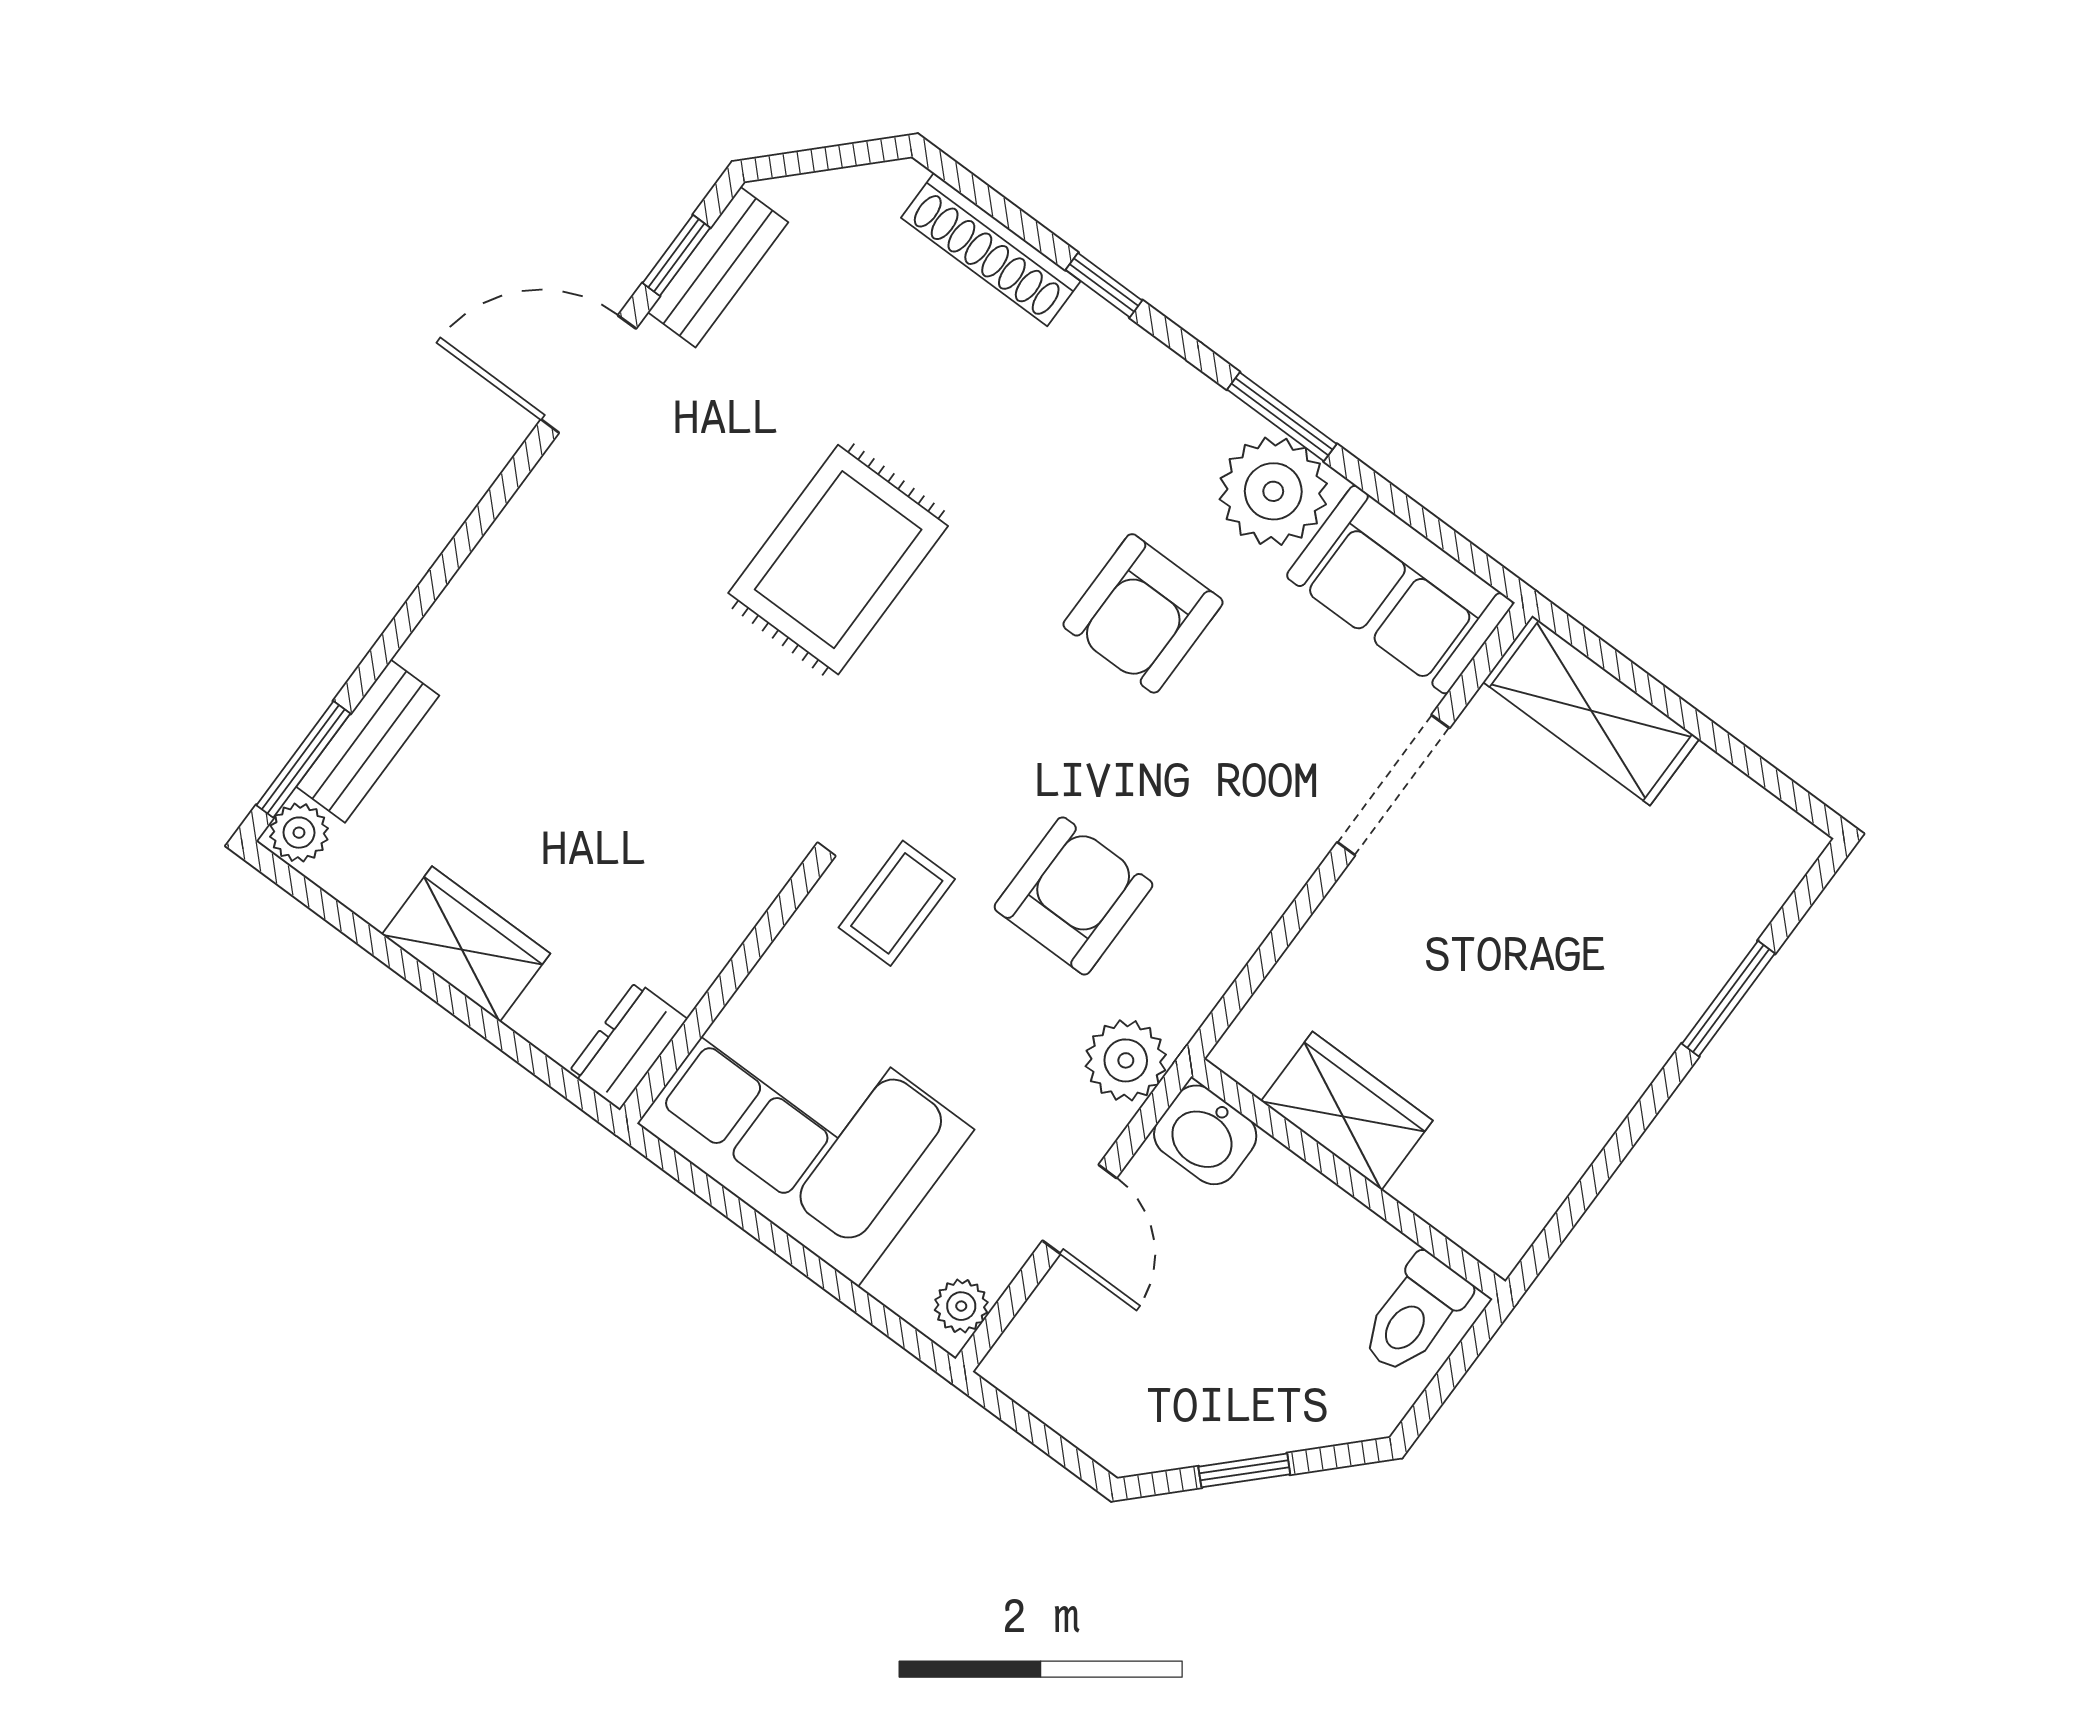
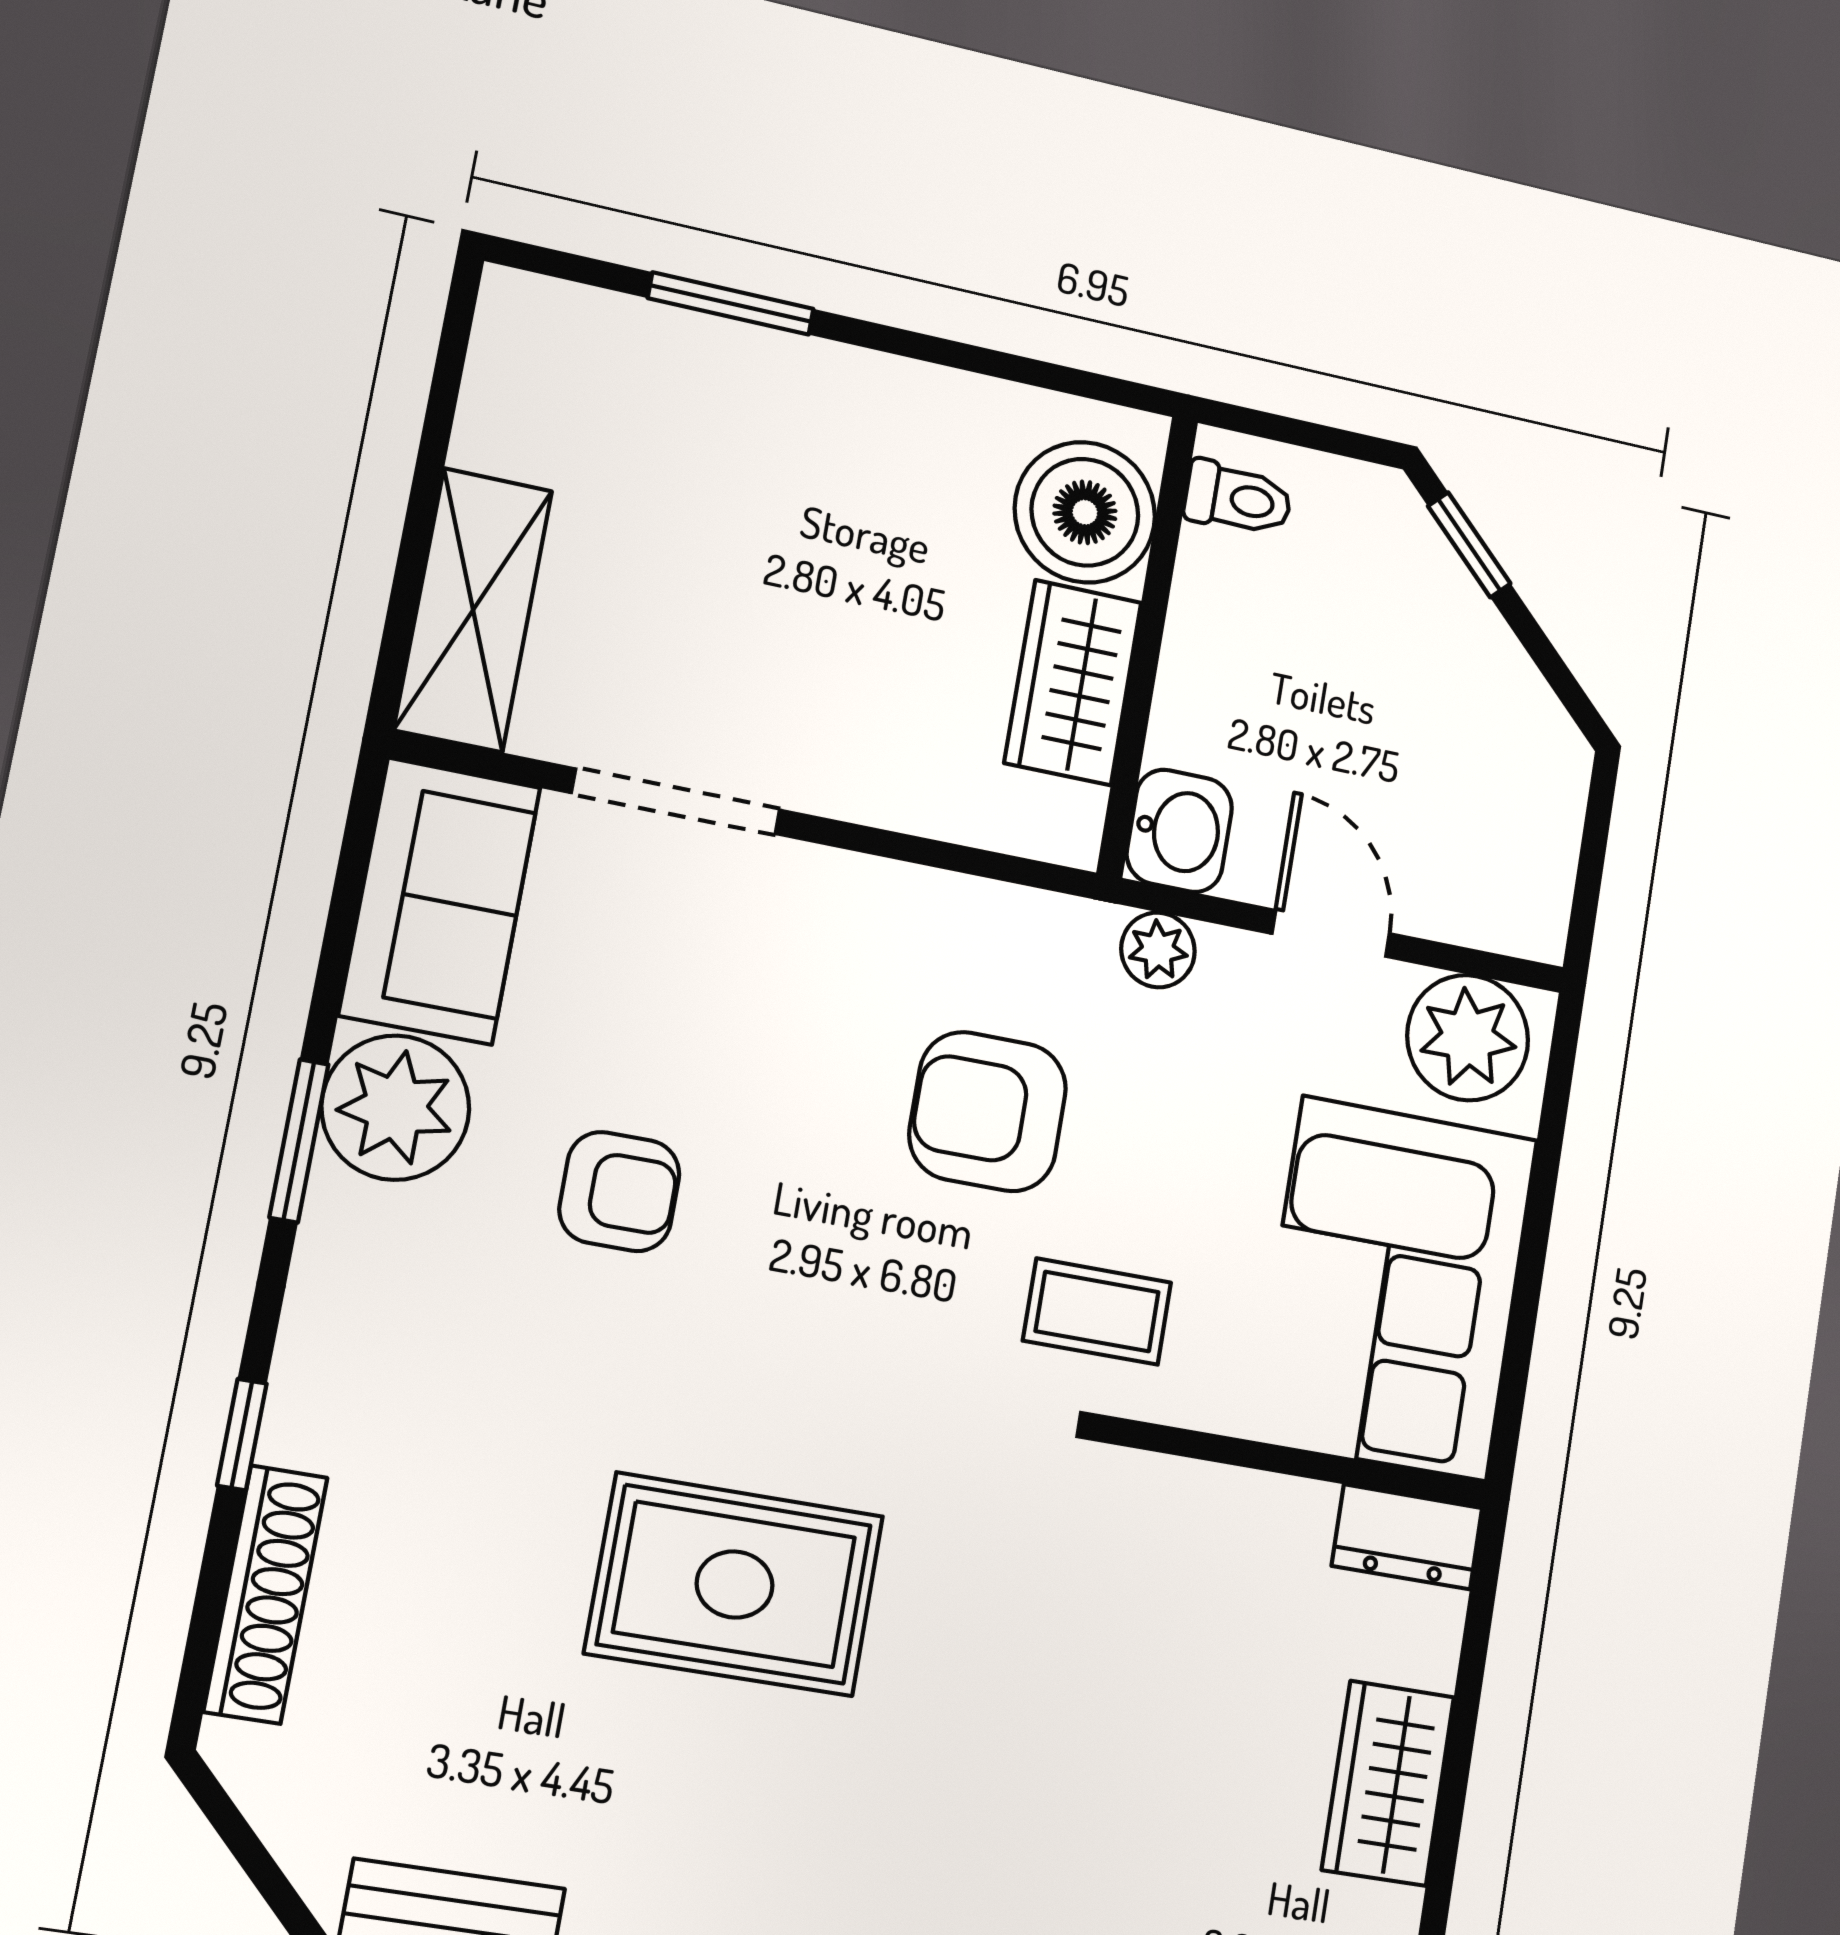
armchair: (1143, 613) -> (619, 1192), width x0.72, depth x0.72
plant: (1126, 1060) -> (1158, 950), width x0.73, depth x0.73
boiler: (1465, 1182) -> (1085, 512), added
door: (1079, 1209) -> (1331, 933), hinge flipped
plant: (961, 1306) -> (1468, 1038), width x1.87, depth x1.87
toilet: (1415, 1314) -> (1238, 499), width x0.73, depth x0.72
window: (1244, 1470) -> (1469, 545), moved

